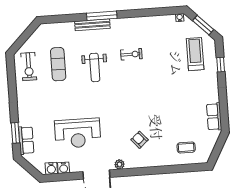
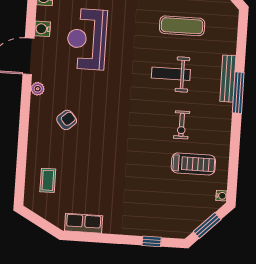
treadmill: (195, 54) -> (193, 164), moved
water cooler: (64, 168) -> (42, 29), moved

